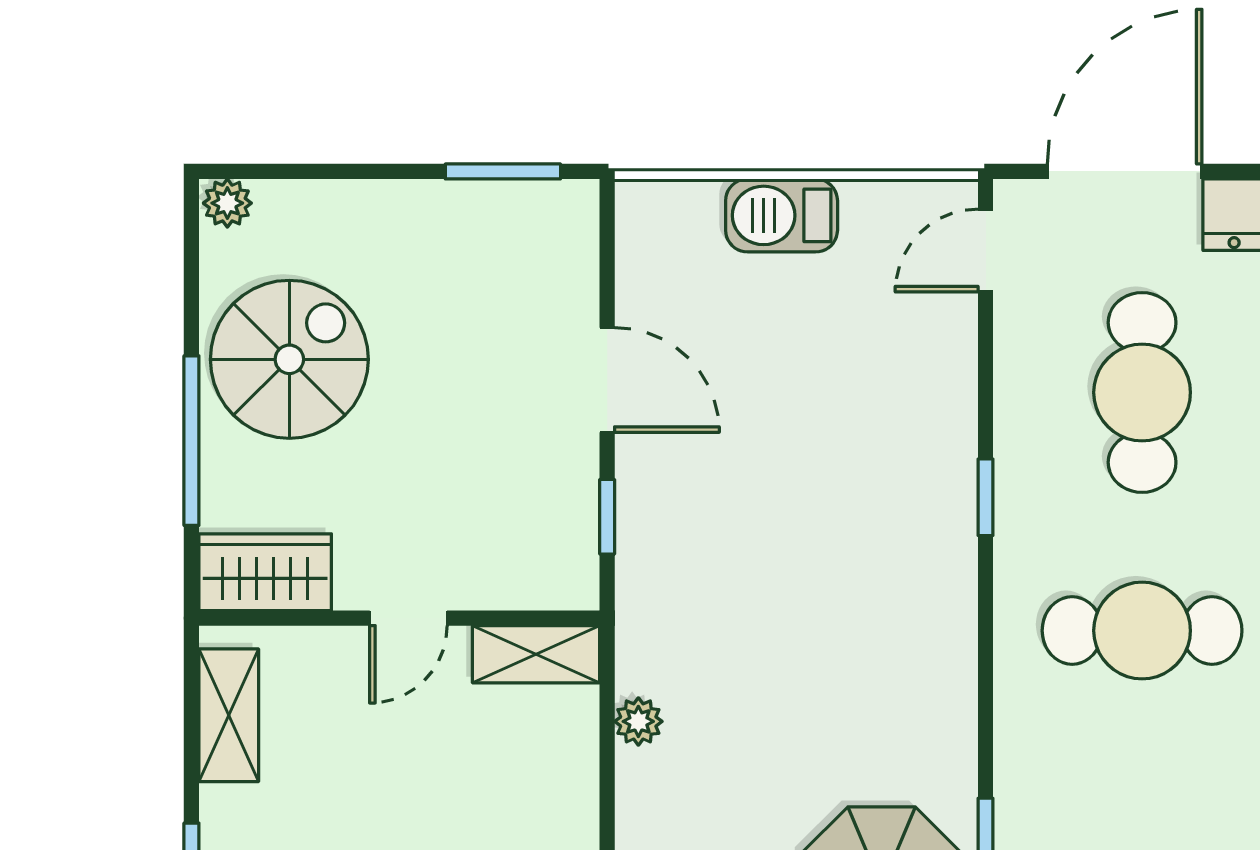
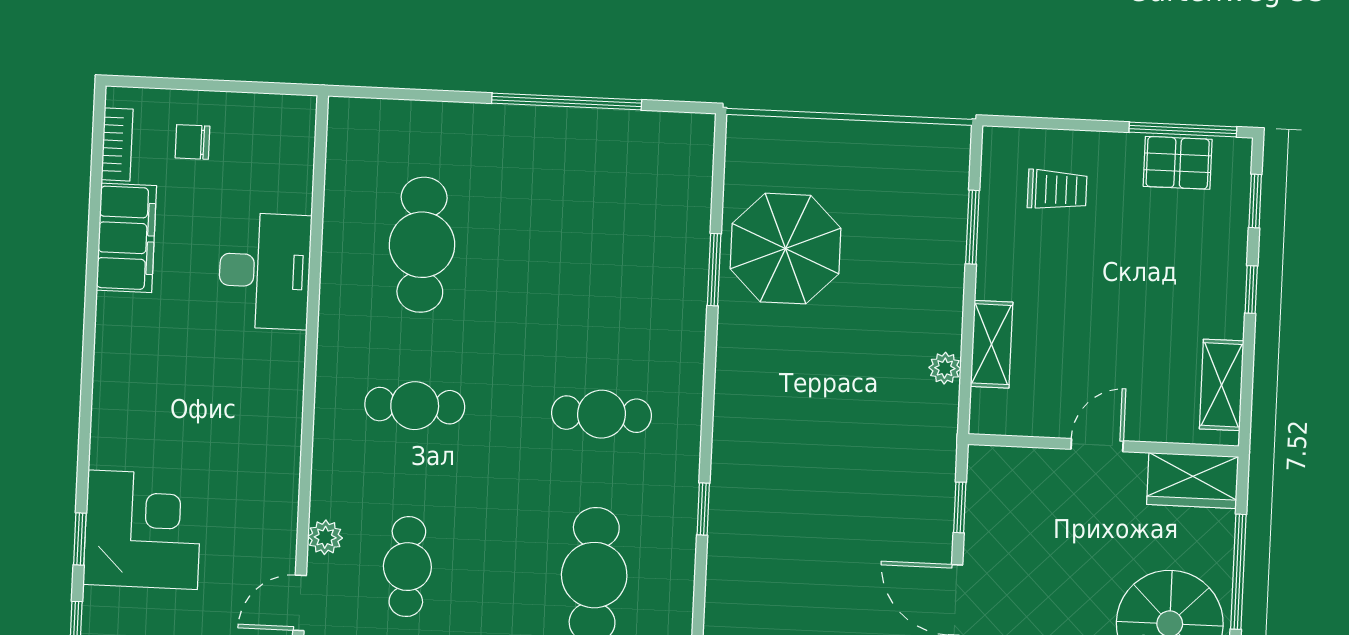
cafe table: (1142, 631) -> (601, 414), width x0.73, depth x0.74
shelving: (536, 654) -> (992, 344), moved, turned 90

